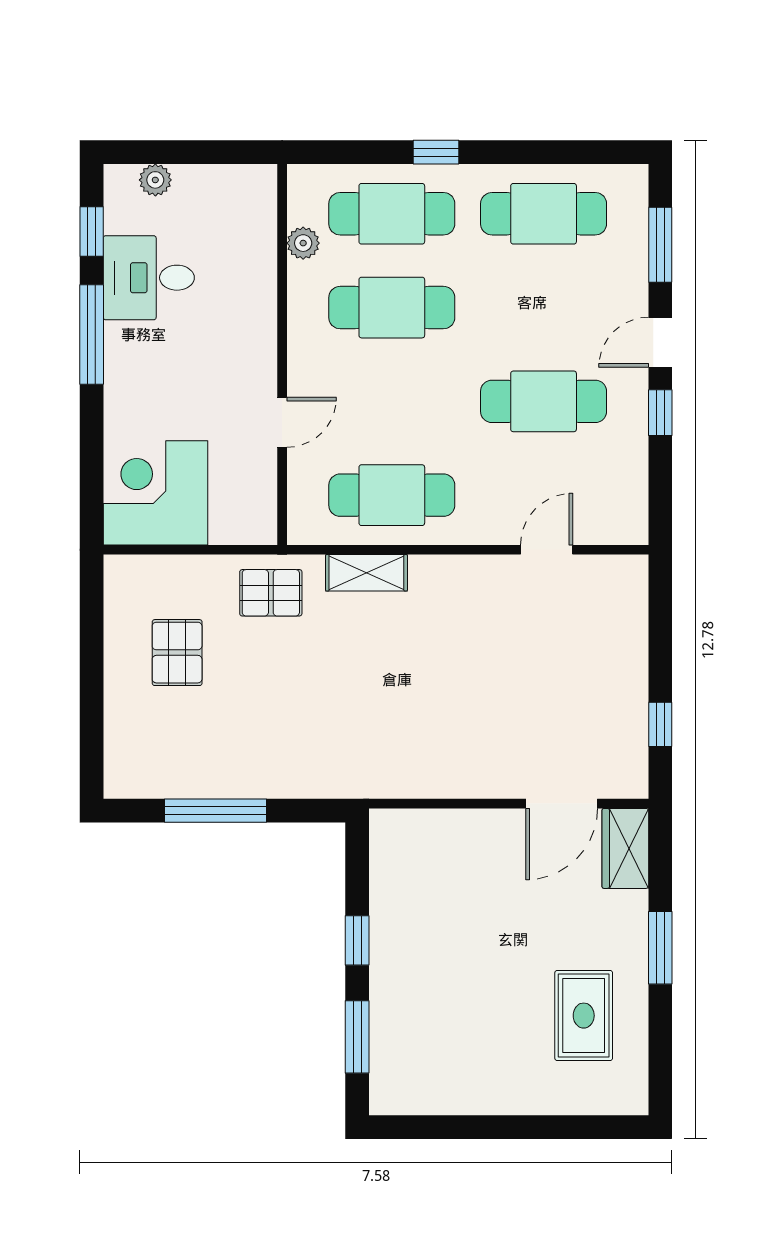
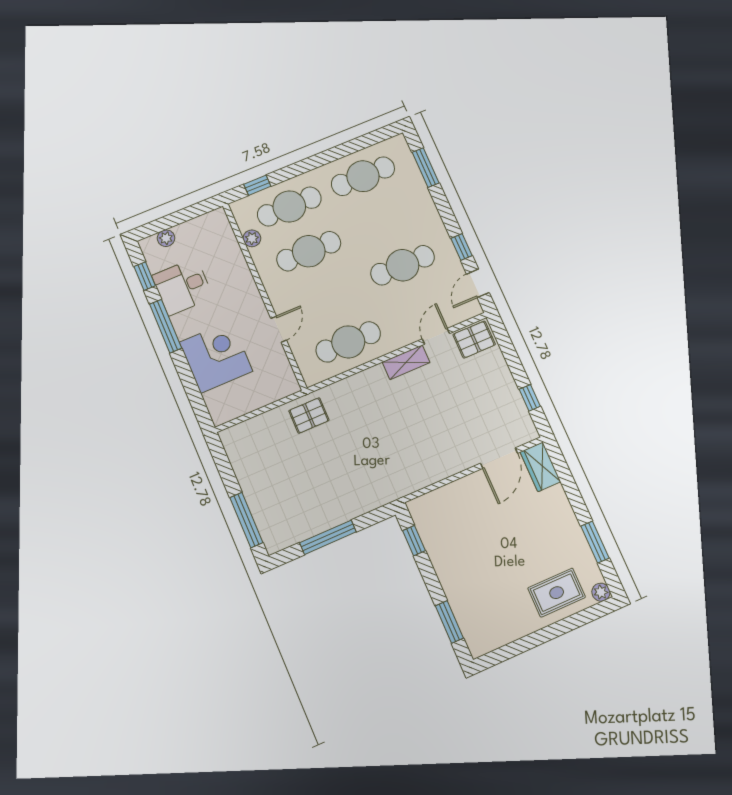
window: (436, 152) -> (257, 185), moved
door: (660, 342) -> (478, 283), moved
corner desk: (155, 493) -> (216, 357), moved, turned 90
shelving: (366, 573) -> (406, 362), moved
pallet: (177, 653) -> (474, 340), moved, turned 90
window: (92, 723) -> (246, 520), added
window: (357, 940) -> (414, 541), moved
window: (660, 948) -> (595, 542), moved
rug: (584, 1016) -> (557, 593), moved, turned 90
plant: (632, 1099) -> (601, 592), added

